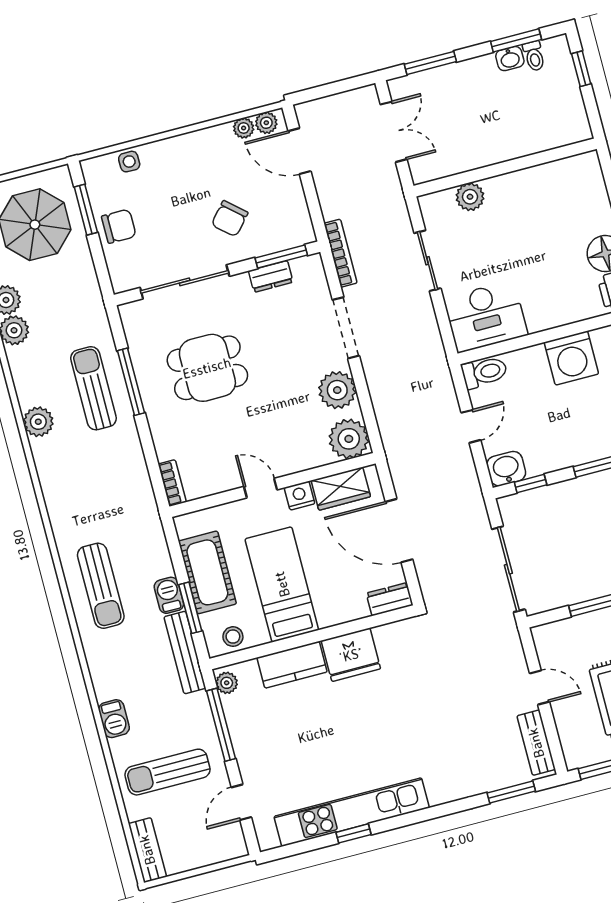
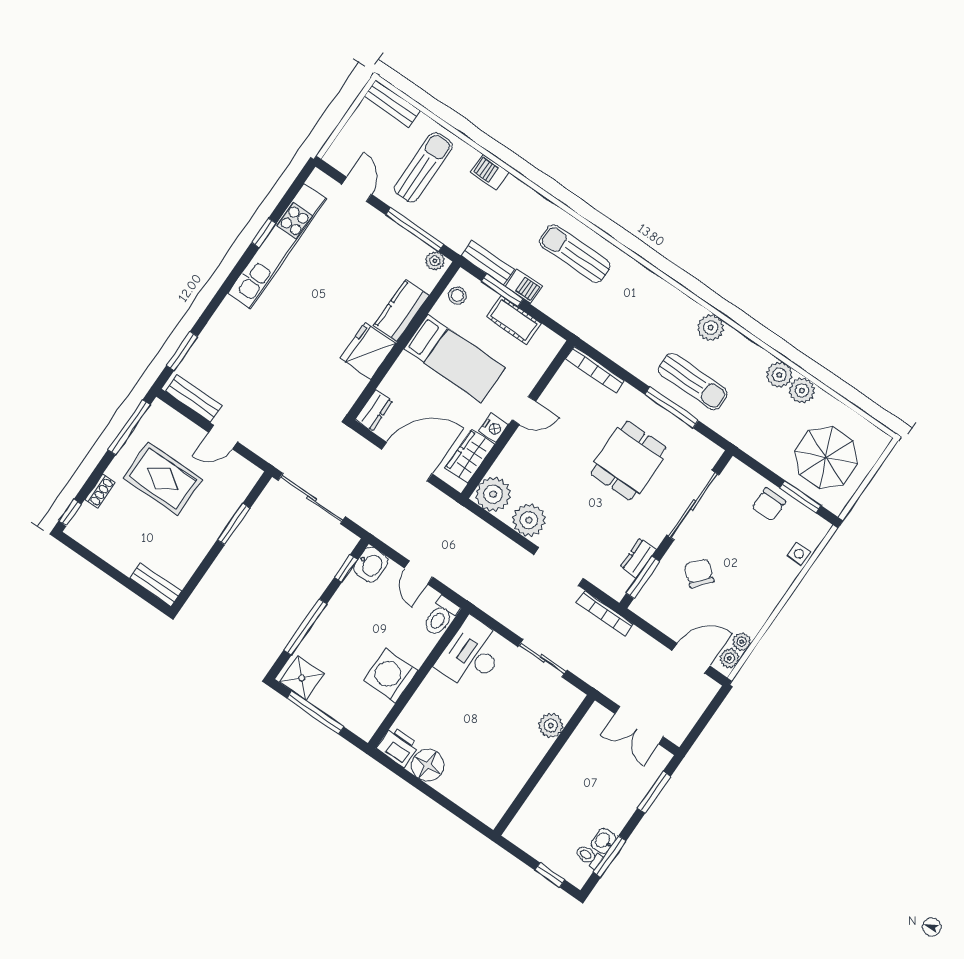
bookcase: (172, 483) -> (595, 370), width x1.56
cot: (207, 572) -> (514, 320), width x0.73, depth x0.75
bench: (185, 653) -> (488, 263), width x0.73

